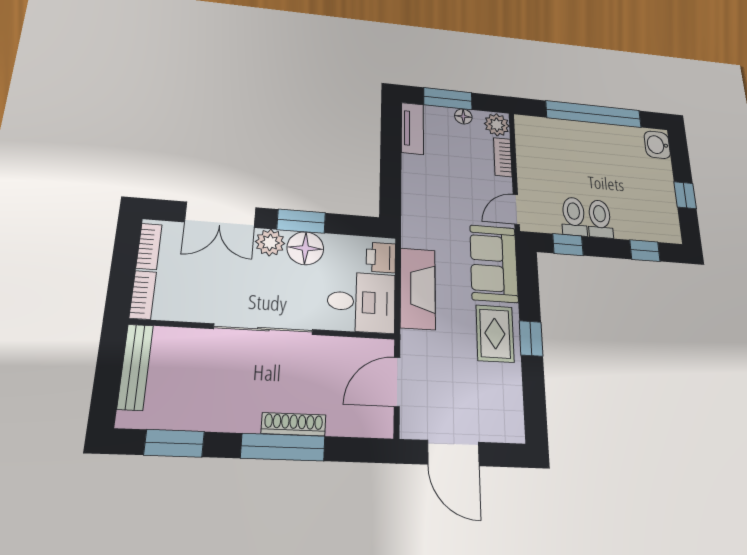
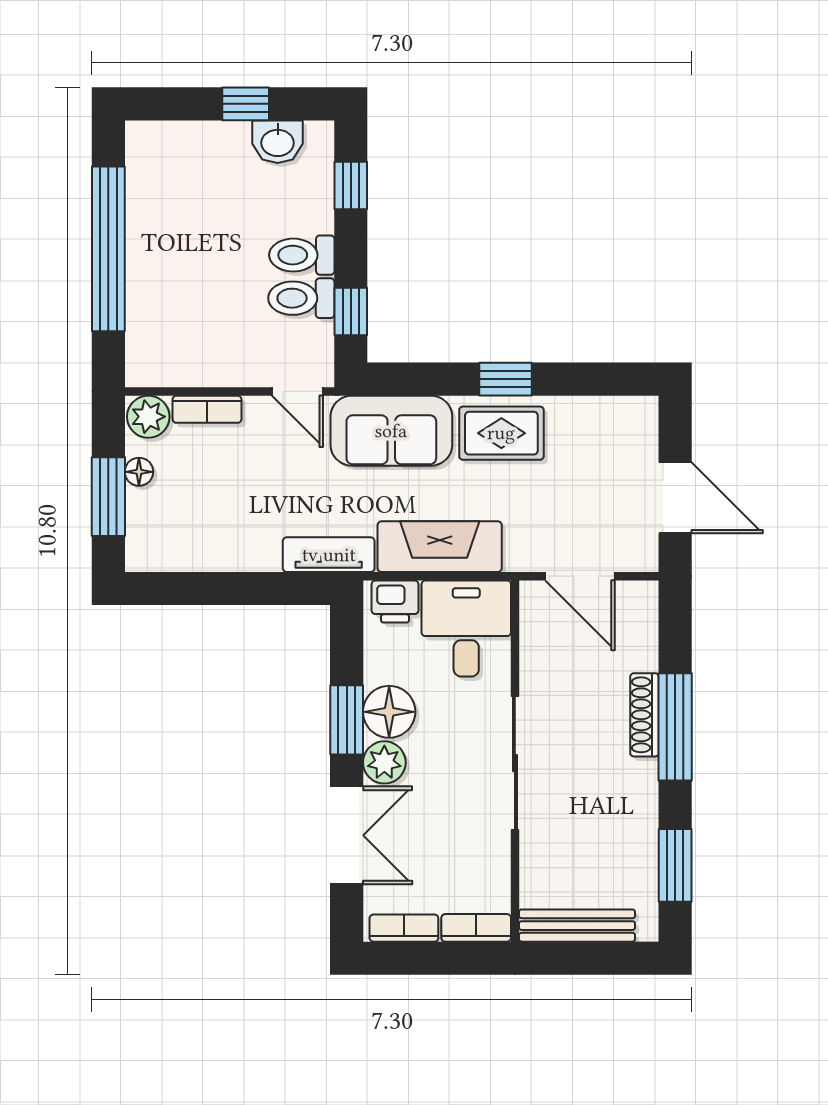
tv unit: (412, 128) -> (329, 555), moved
washbasin: (657, 145) -> (278, 142), moved
door: (453, 453) -> (675, 498), hinge flipped

